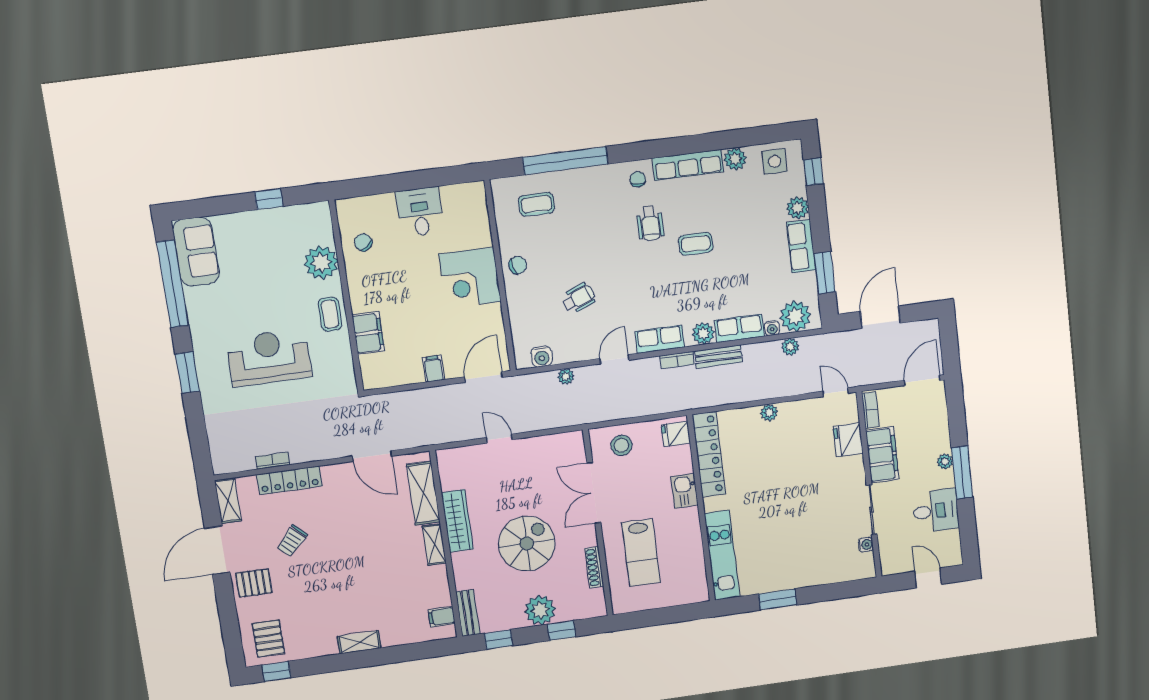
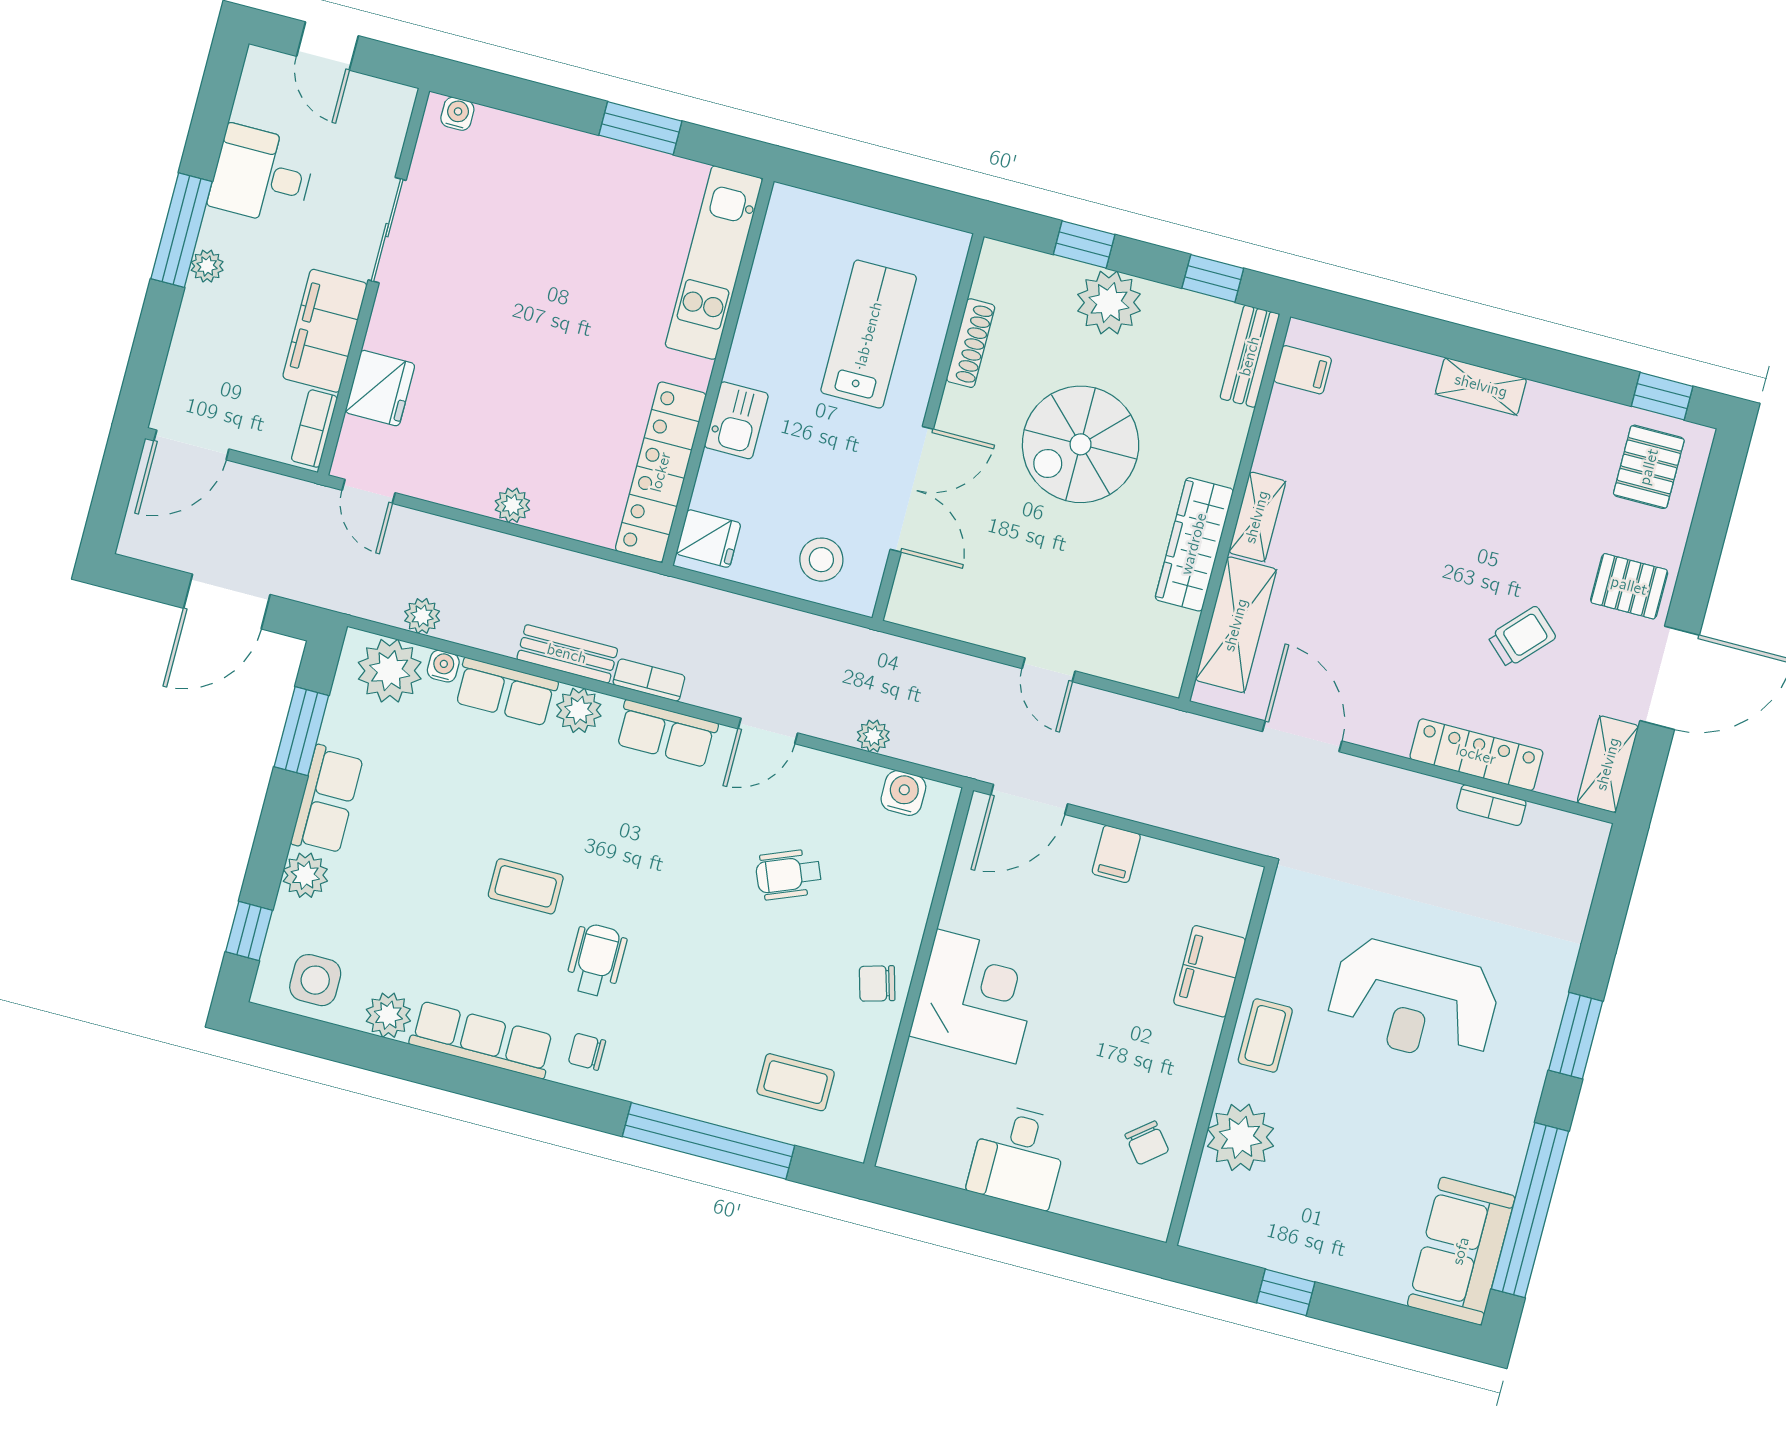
chair: (638, 179) -> (587, 1052), turned 90
water cooler: (866, 545) -> (457, 114), moved, turned 90

